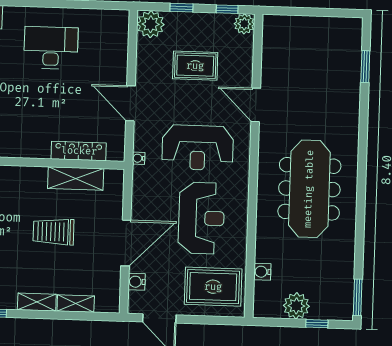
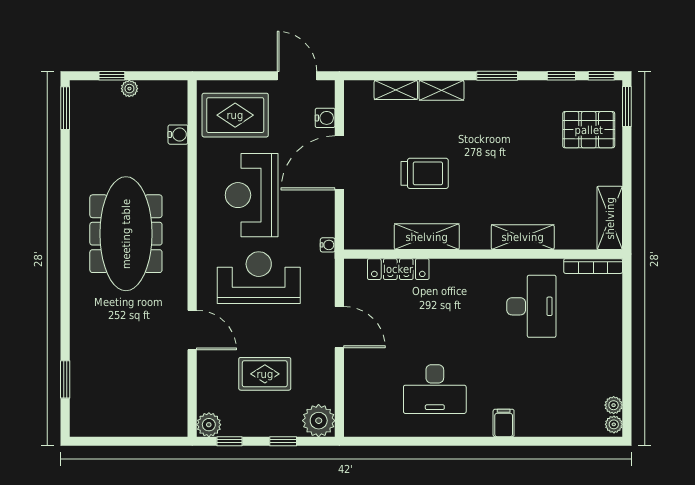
water cooler: (139, 158) -> (328, 245), moved
shelving: (76, 179) -> (427, 237), moved
plant: (296, 306) -> (129, 89), width x0.53, depth x0.53

